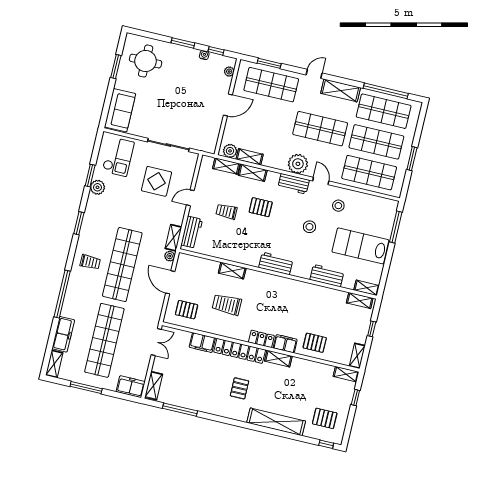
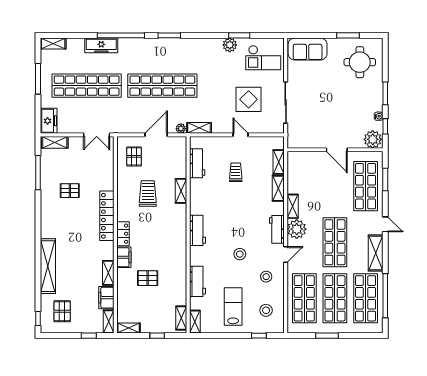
plant: (229, 72) -> (373, 139), width x1.88, depth x1.88
plant: (230, 151) -> (294, 162), removed
shelving: (250, 157) -> (293, 206), moved
pallet: (261, 207) -> (247, 204), removed
stool: (372, 214) -> (266, 310), added
window: (79, 223) -> (169, 35), moved
window: (396, 227) -> (259, 336), width x0.46
workbench: (192, 232) -> (197, 163), moved, turned -90
lab bench: (360, 246) -> (233, 307), width x0.73, depth x0.72
trolley: (90, 262) -> (157, 55), removed
freezer: (63, 334) -> (101, 45), moved
filing cabinet: (202, 343) -> (106, 298), moved
pallet: (315, 343) -> (148, 278), moved, turned 90
shelving: (278, 359) -> (108, 273), moved
pallet: (240, 388) -> (70, 191), moved

